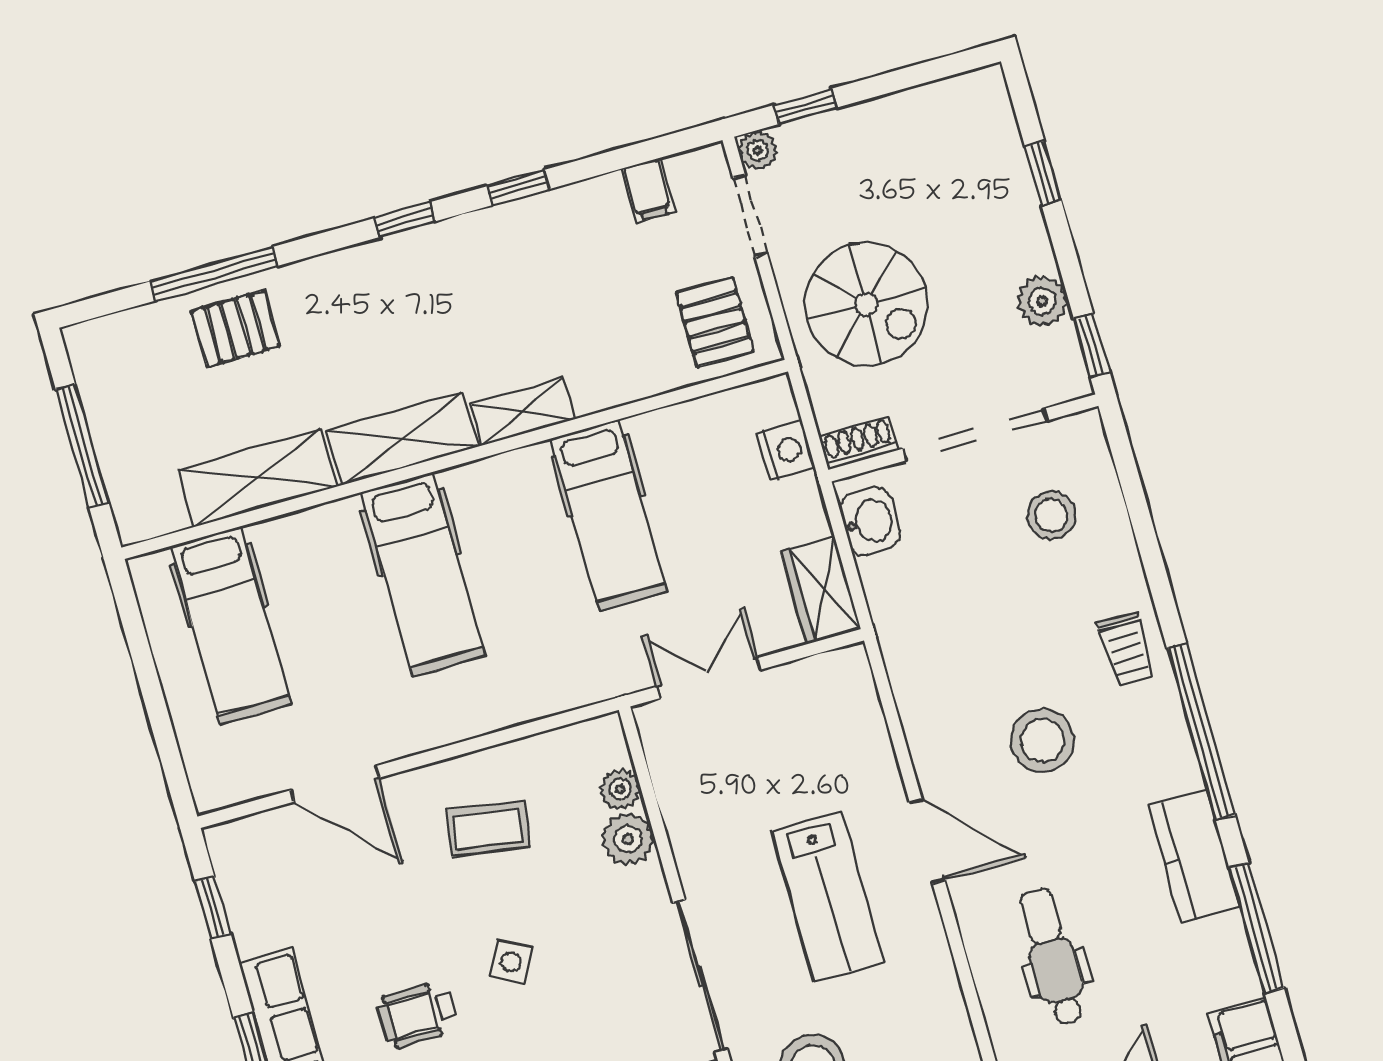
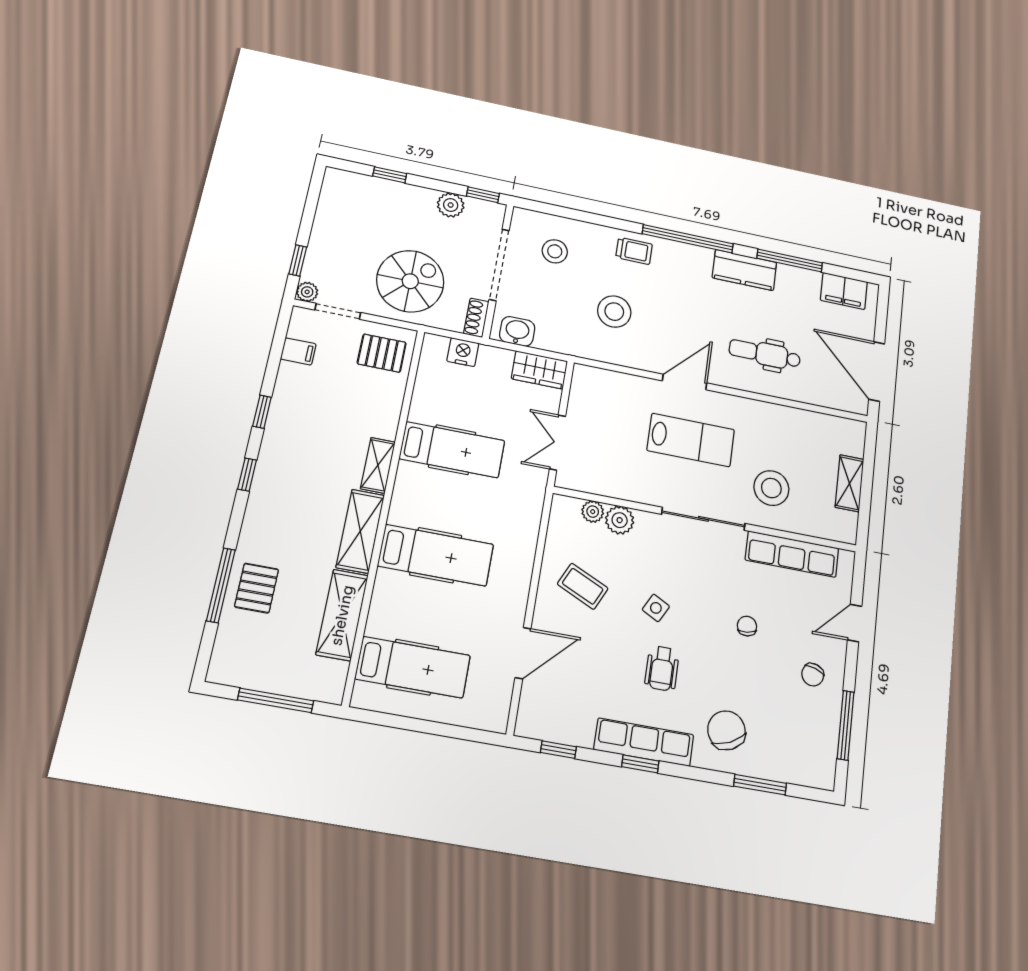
stool: (1042, 741) -> (614, 312), moved
coffee table: (488, 829) -> (583, 586), turned -74

